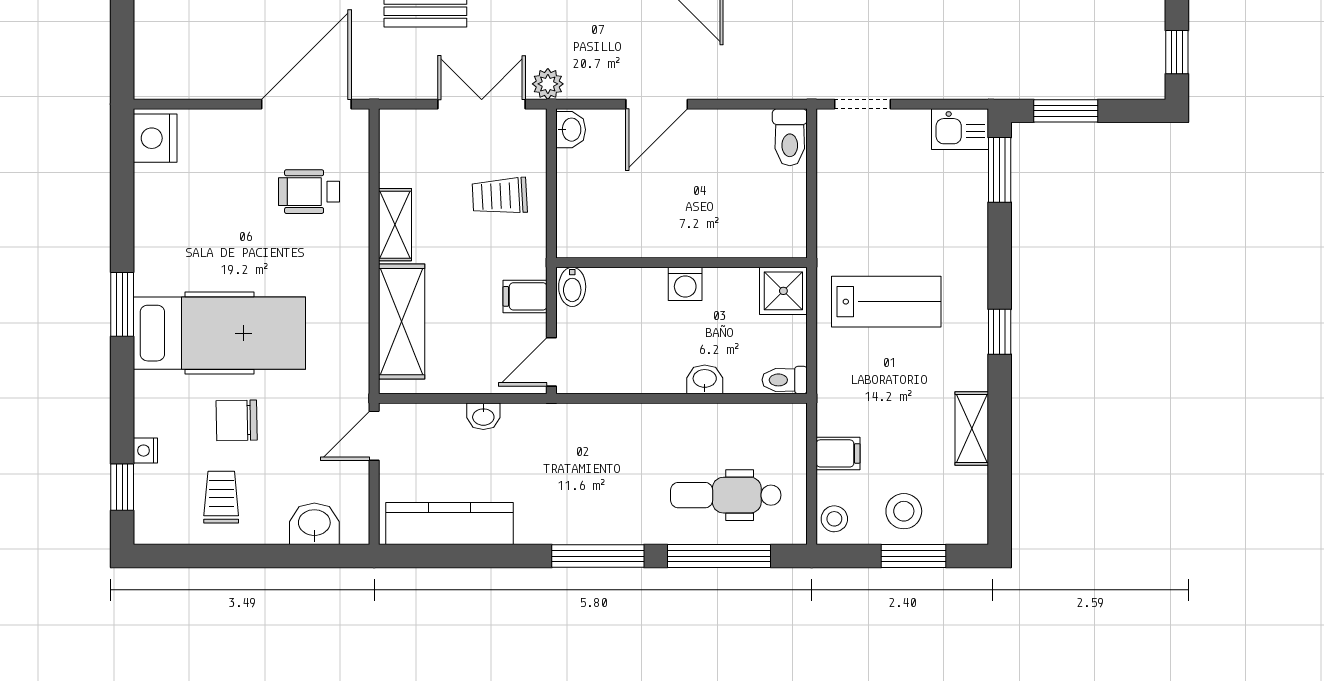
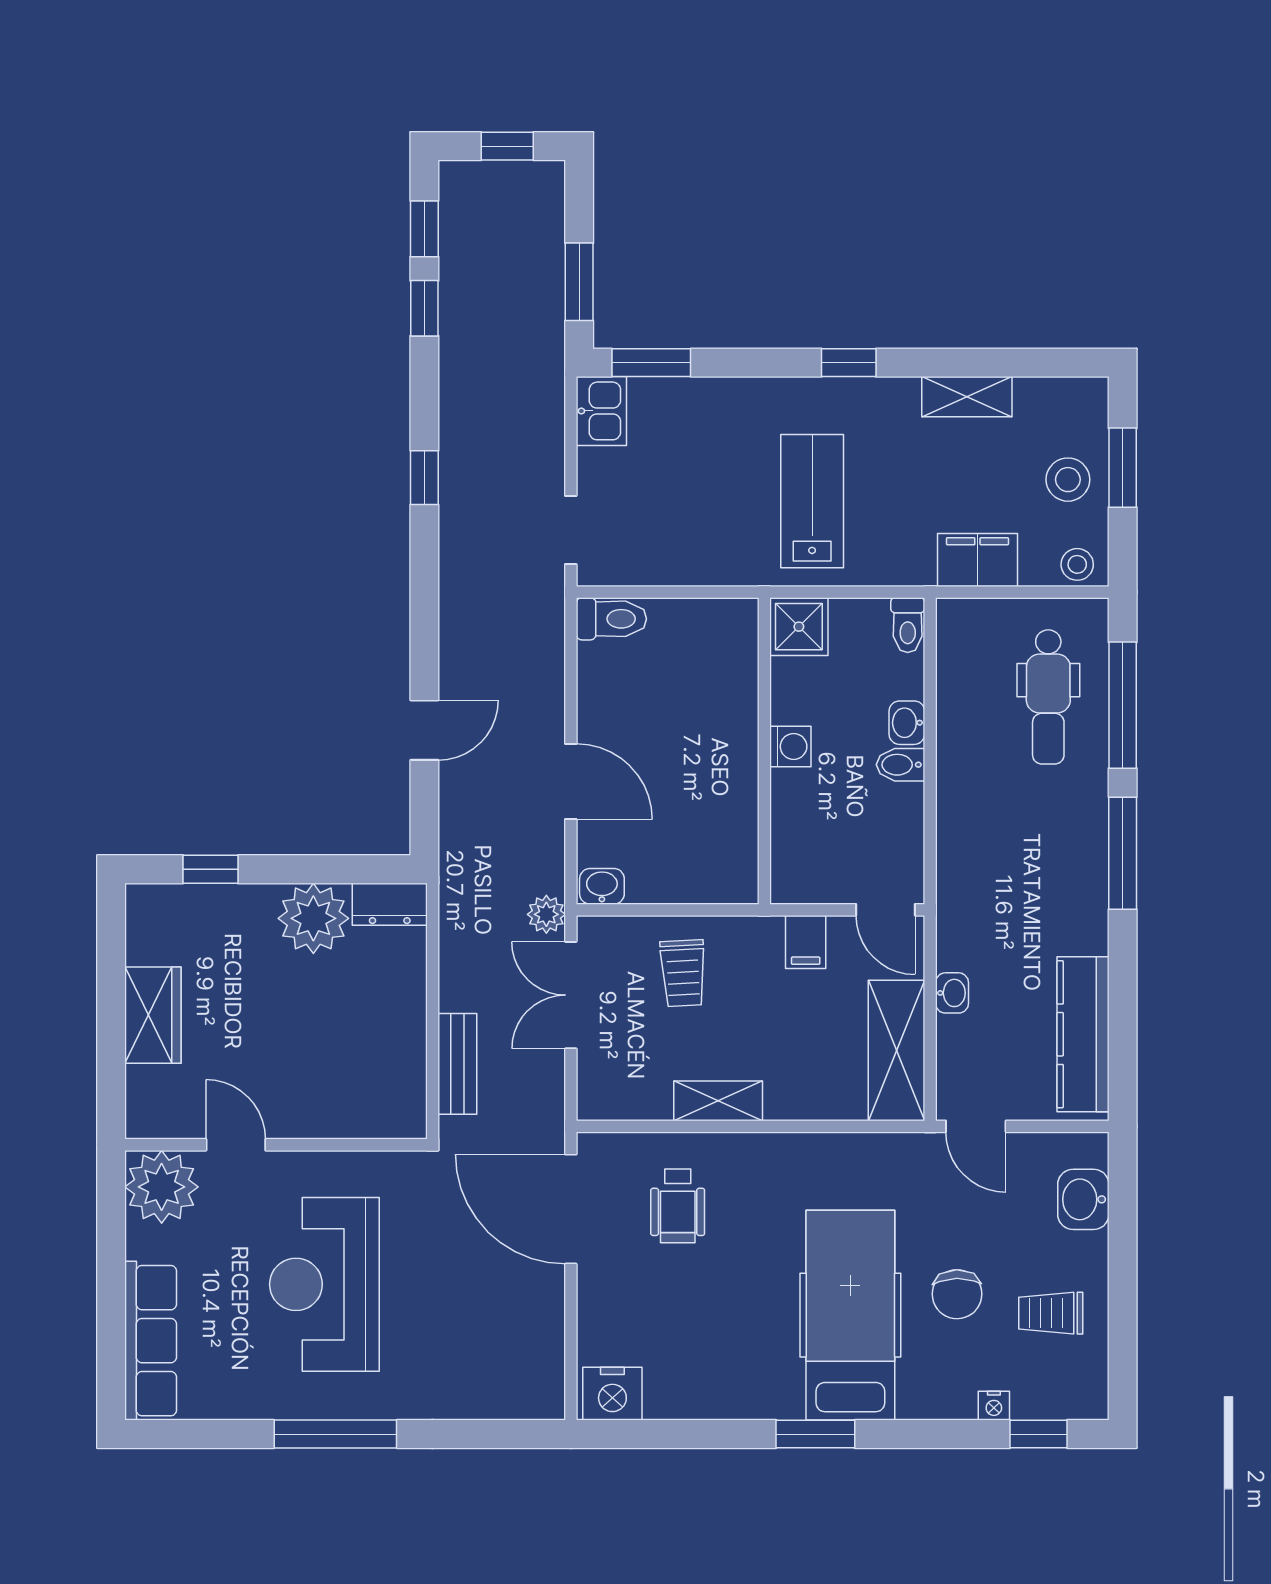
bidet: (572, 287) -> (901, 765), moved, turned 180
shelving: (402, 322) -> (896, 1050), moved, turned 90
filing cabinet: (838, 453) -> (977, 560), width x2.00

